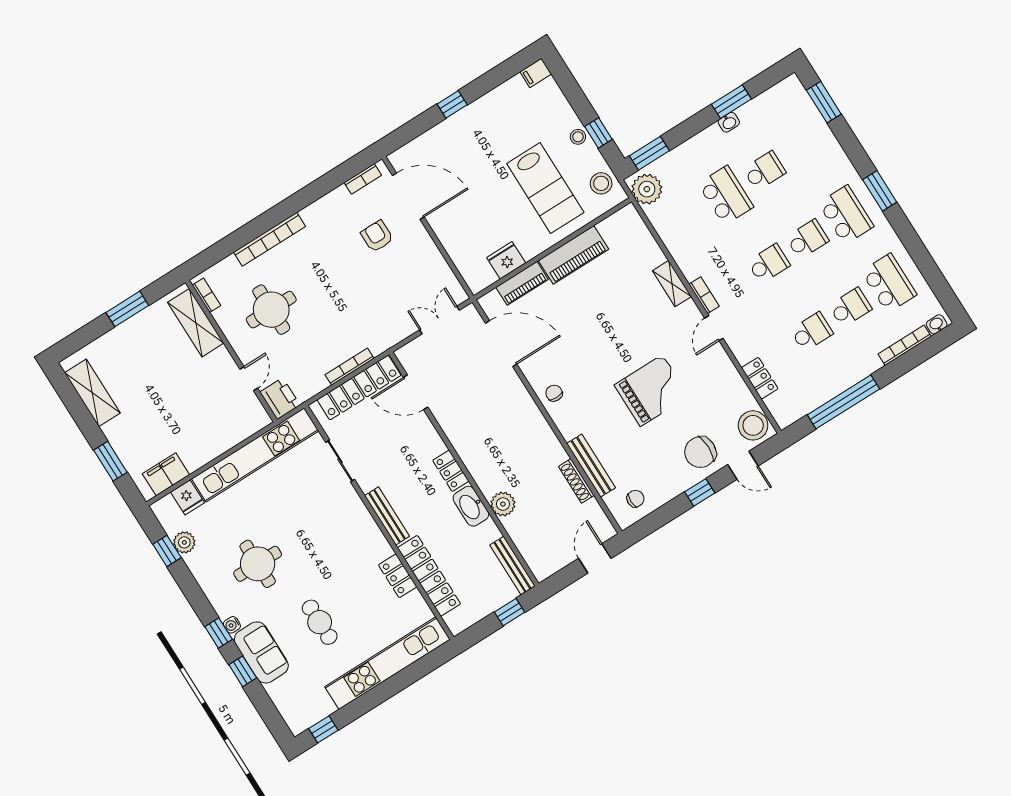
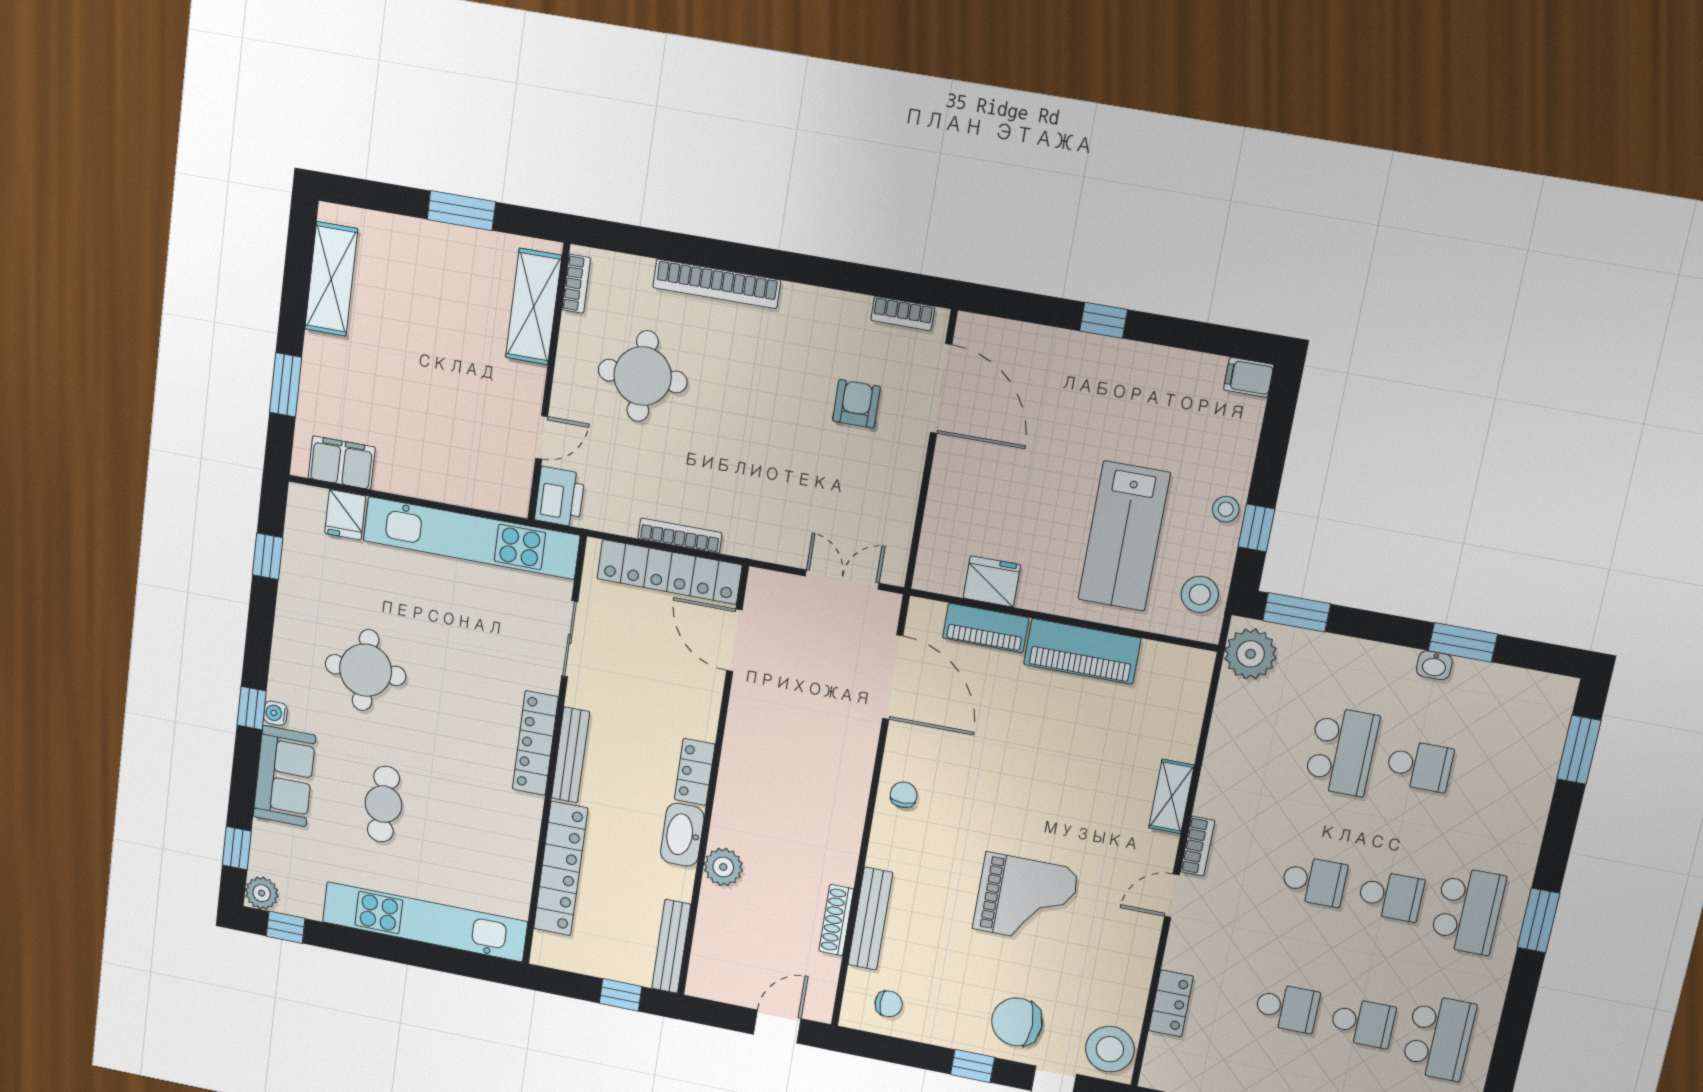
plant: (184, 542) -> (262, 893), moved
locker: (398, 576) -> (535, 743), moved, width x1.53
window: (243, 671) -> (237, 848), moved

